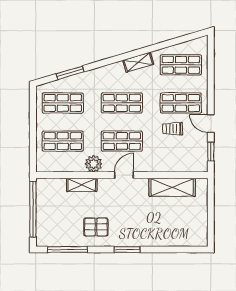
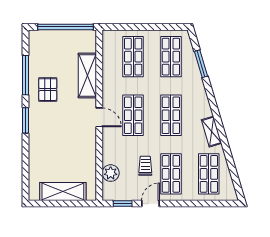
plant: (94, 164) -> (111, 173), moved
shelving: (82, 185) -> (87, 75), width x1.50, depth x1.33
shelving: (172, 187) -> (63, 192), moved, turned 90
window: (67, 249) -> (25, 75), moved

